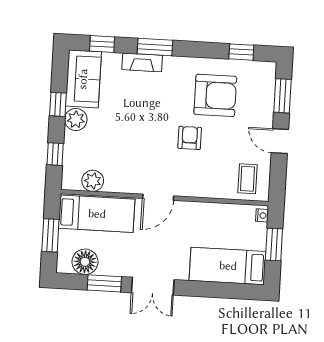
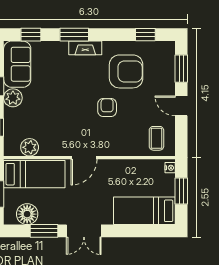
fireplace: (142, 62) -> (85, 48), moved

